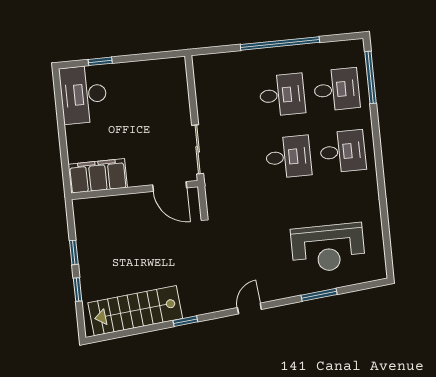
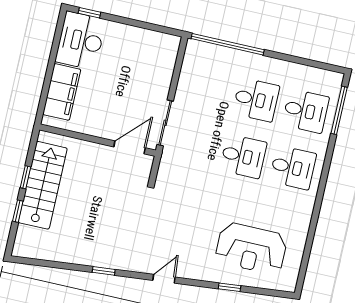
window: (280, 43) -> (228, 44), moved
window: (100, 61) -> (90, 13), moved
filing cabinet: (98, 176) -> (62, 92), moved, turned 90
door: (170, 186) -> (130, 147), swing flipped
window: (319, 295) -> (230, 287), width x0.67
stairs: (135, 311) -> (43, 185), moved, turned 95

